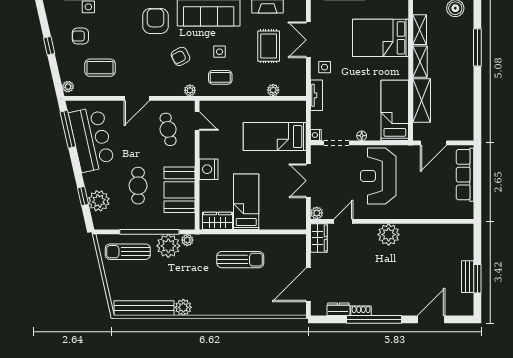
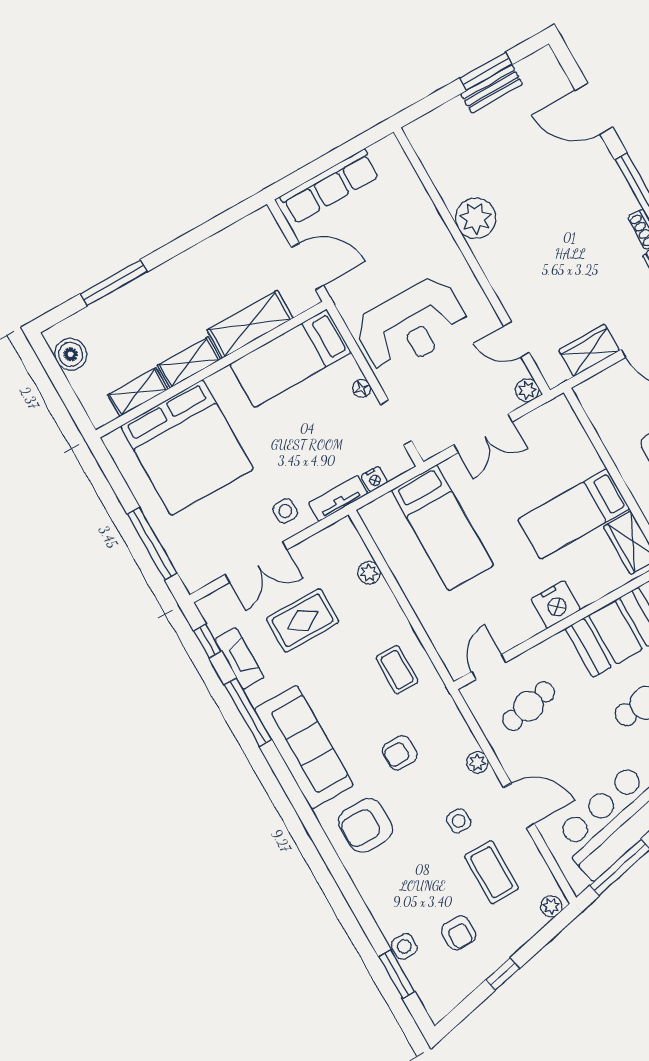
bed: (381, 38) -> (187, 448), width x1.36
side table: (220, 52) -> (459, 821), moved
armchair: (181, 56) -> (400, 753), turned 117
plant: (190, 90) -> (477, 762), moved
door: (137, 98) -> (519, 806), moved
nightstand: (316, 135) -> (374, 479), moved
plant: (389, 235) -> (476, 218), moved
wardrobe: (319, 238) -> (589, 350), moved

